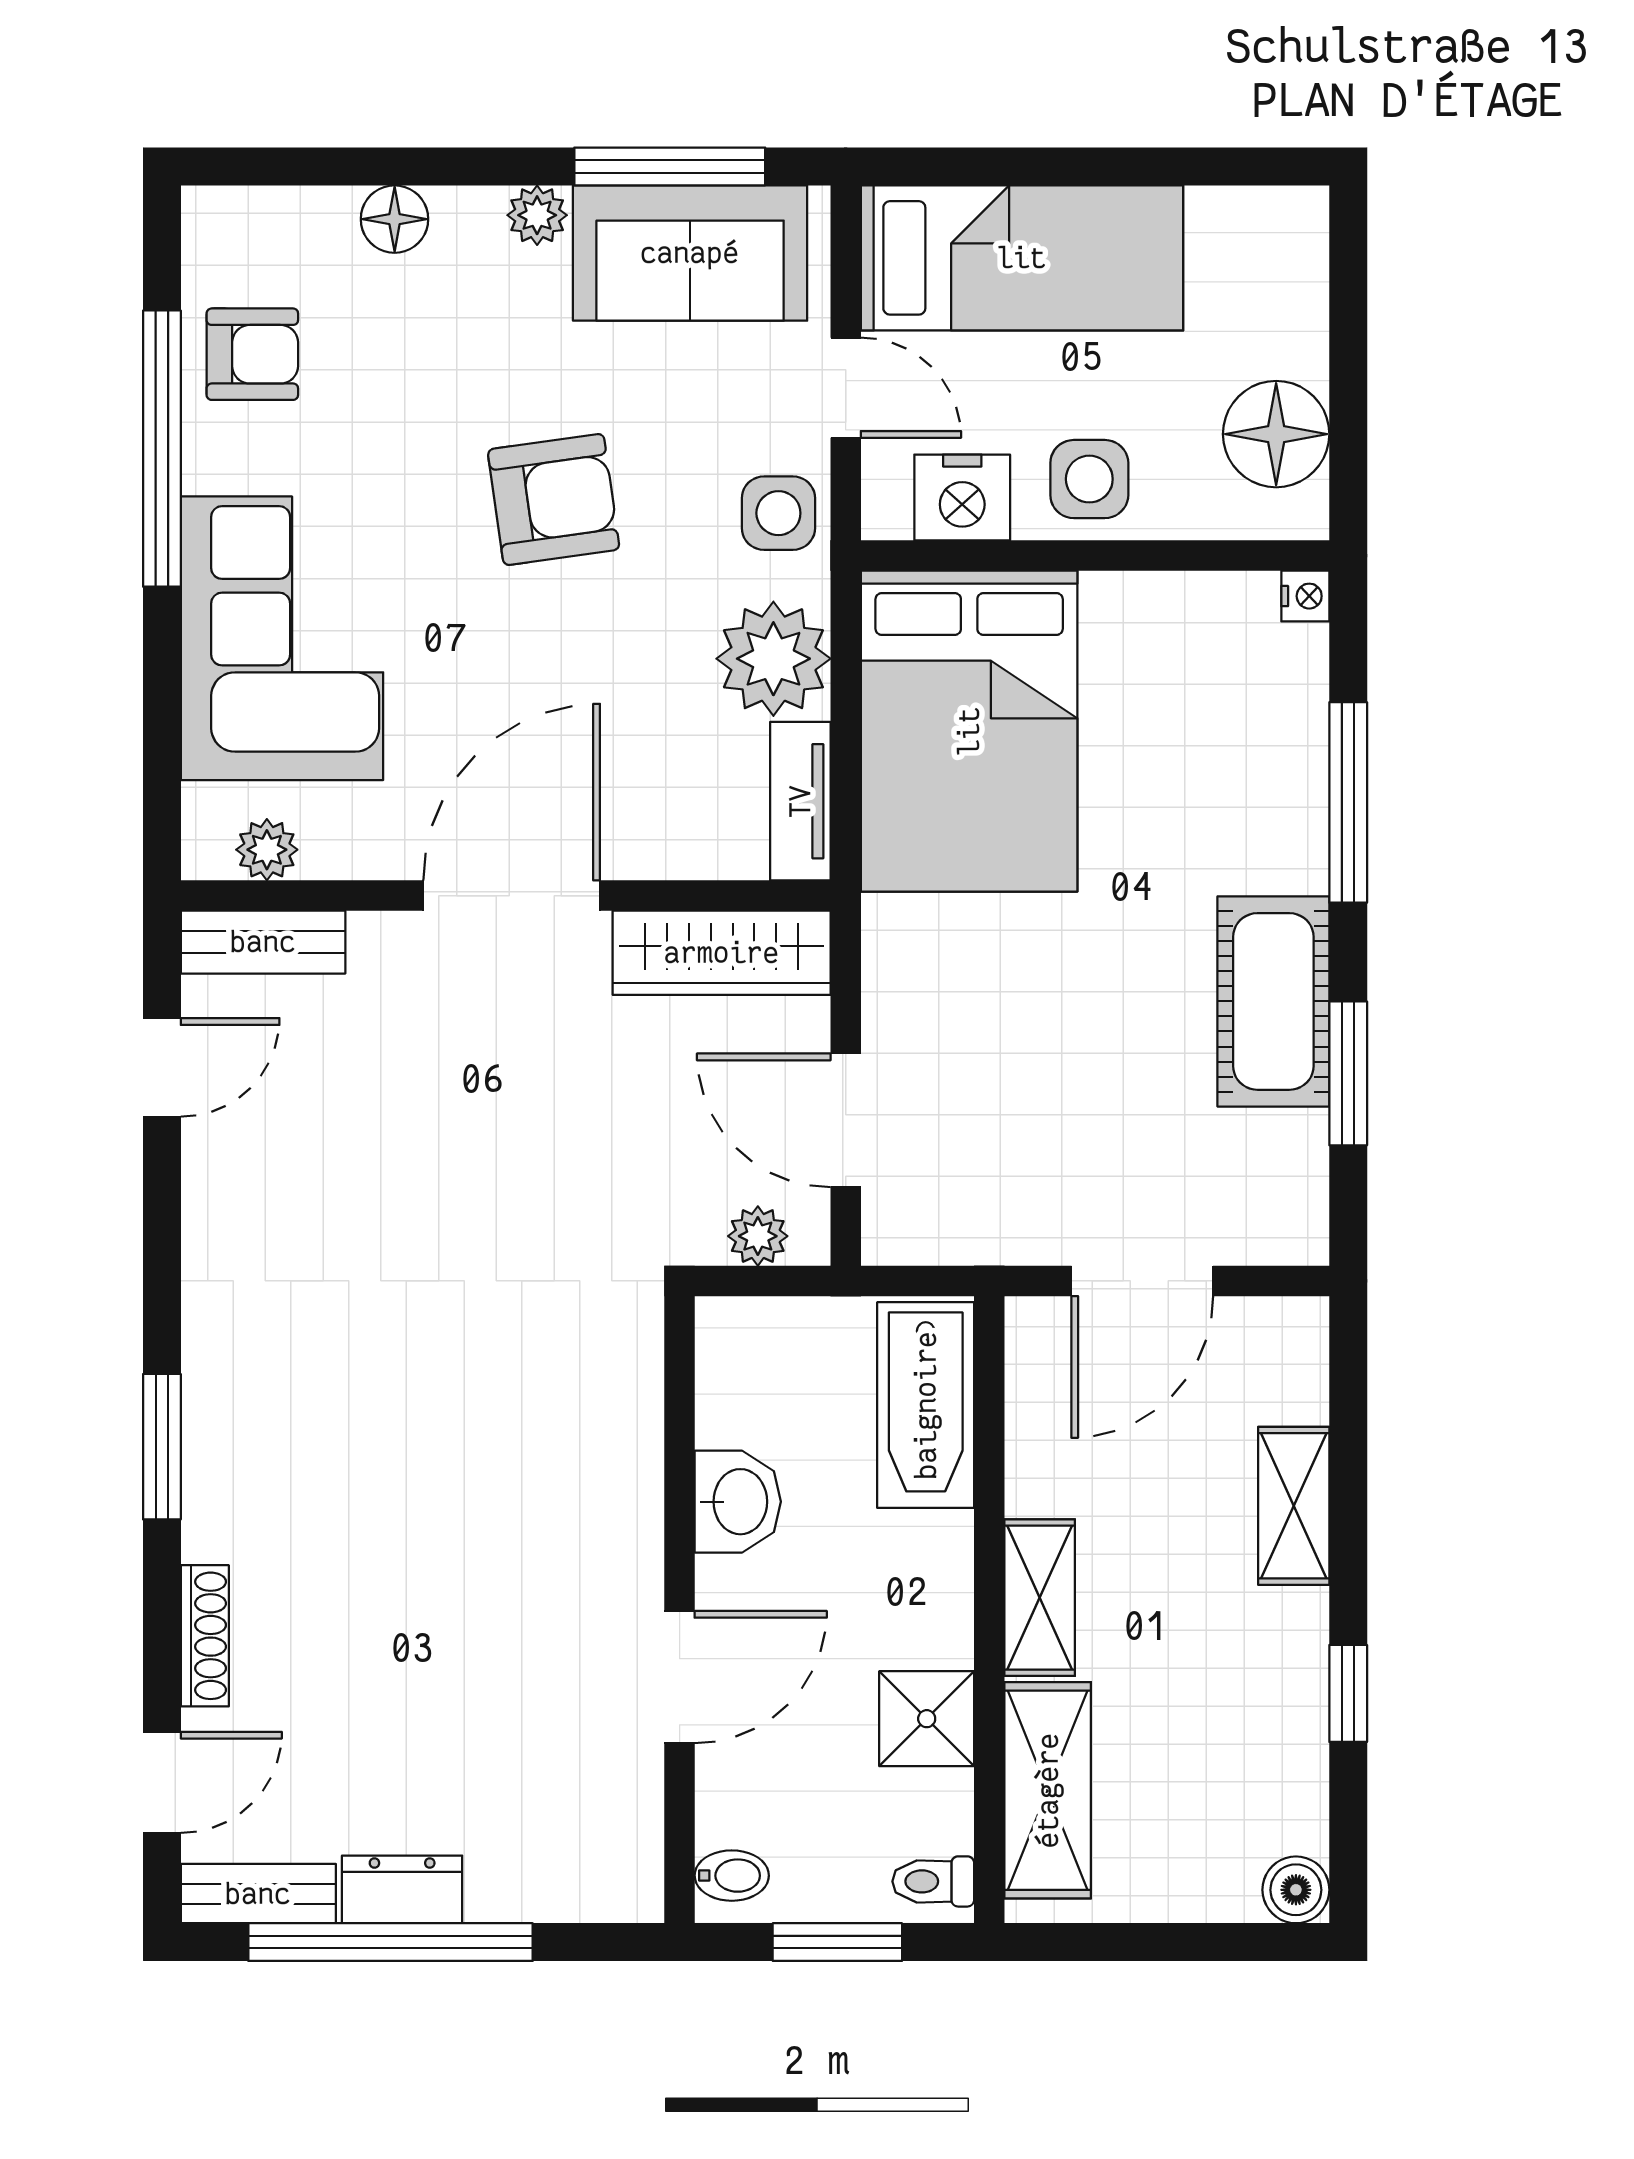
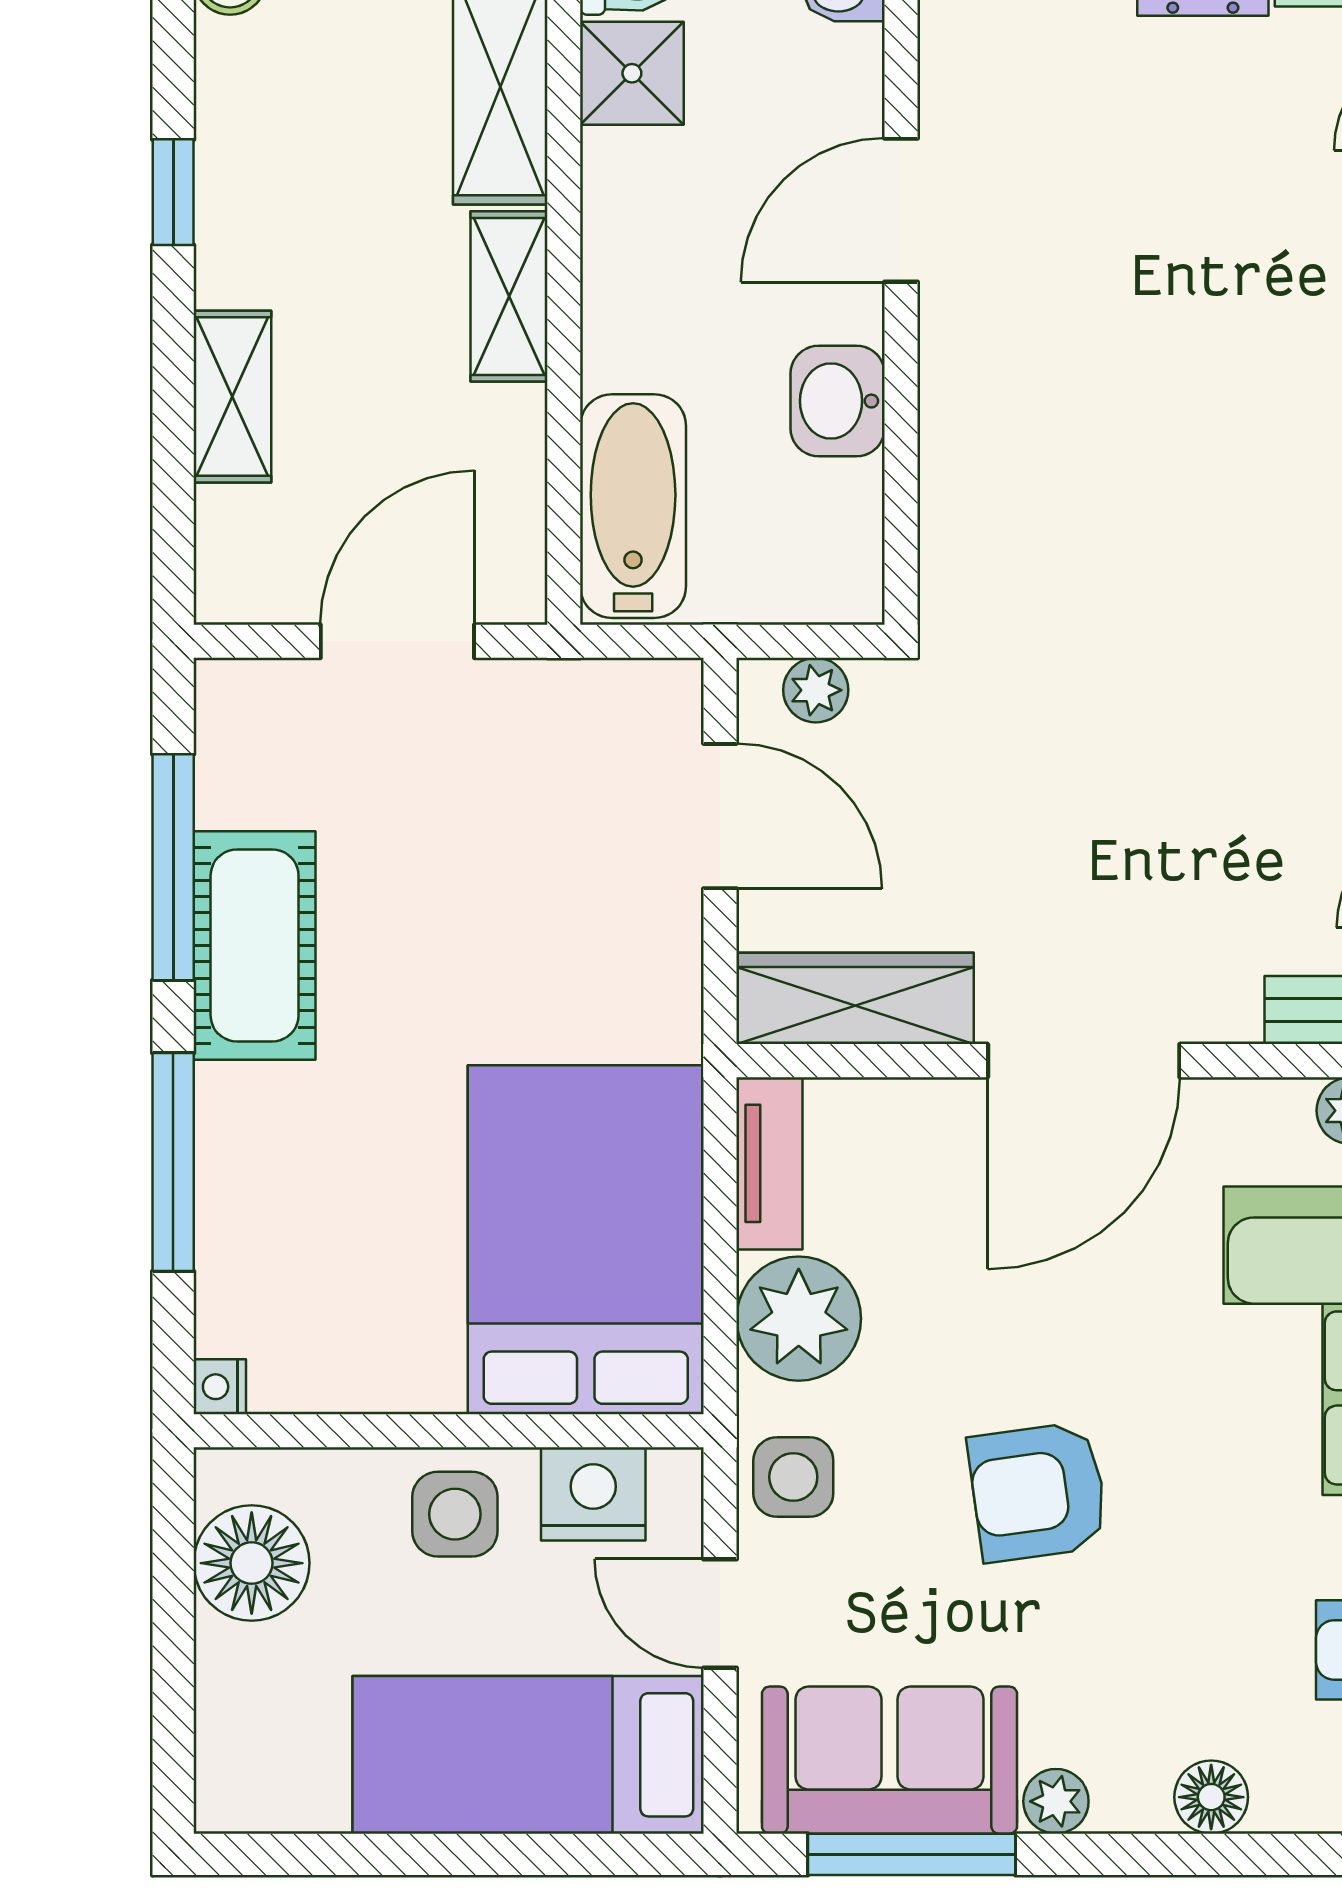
window: (1348, 1073) -> (173, 867), width x1.44
shower: (927, 1719) -> (632, 73), moved

